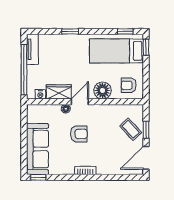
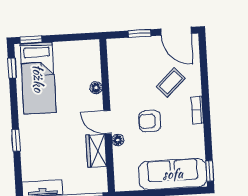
armchair: (129, 85) -> (82, 59), removed
floor lamp: (103, 90) -> (96, 88), width x0.53, depth x0.53
nightstand: (40, 94) -> (101, 175), removed
coffee table: (131, 129) -> (171, 82), moved
armchair: (79, 134) -> (150, 121), turned -90

